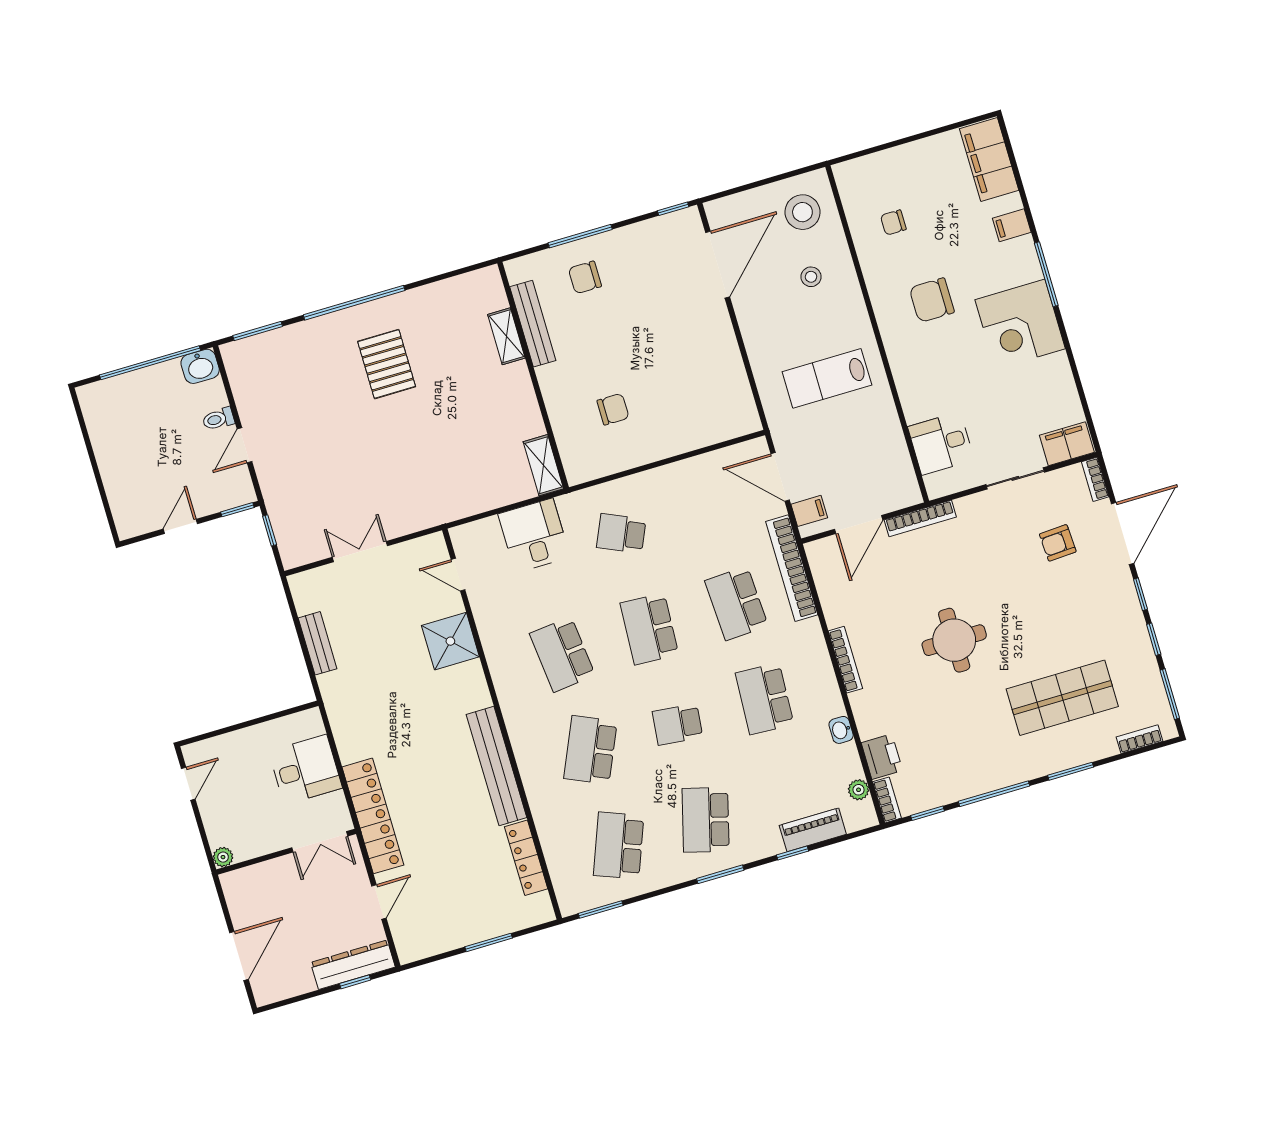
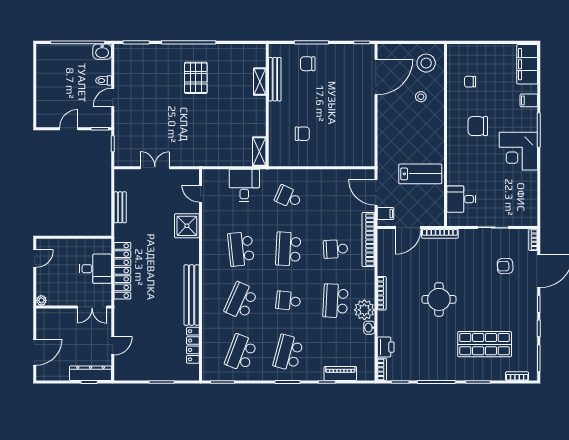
lab bench: (827, 378) -> (420, 174), moved, turned 180
filing cabinet: (1067, 444) -> (524, 218), removed
school desk: (736, 603) -> (336, 249), width x0.54
plant: (859, 790) -> (364, 310), moved, width x1.88, depth x1.88
locker: (373, 816) -> (122, 271), moved

